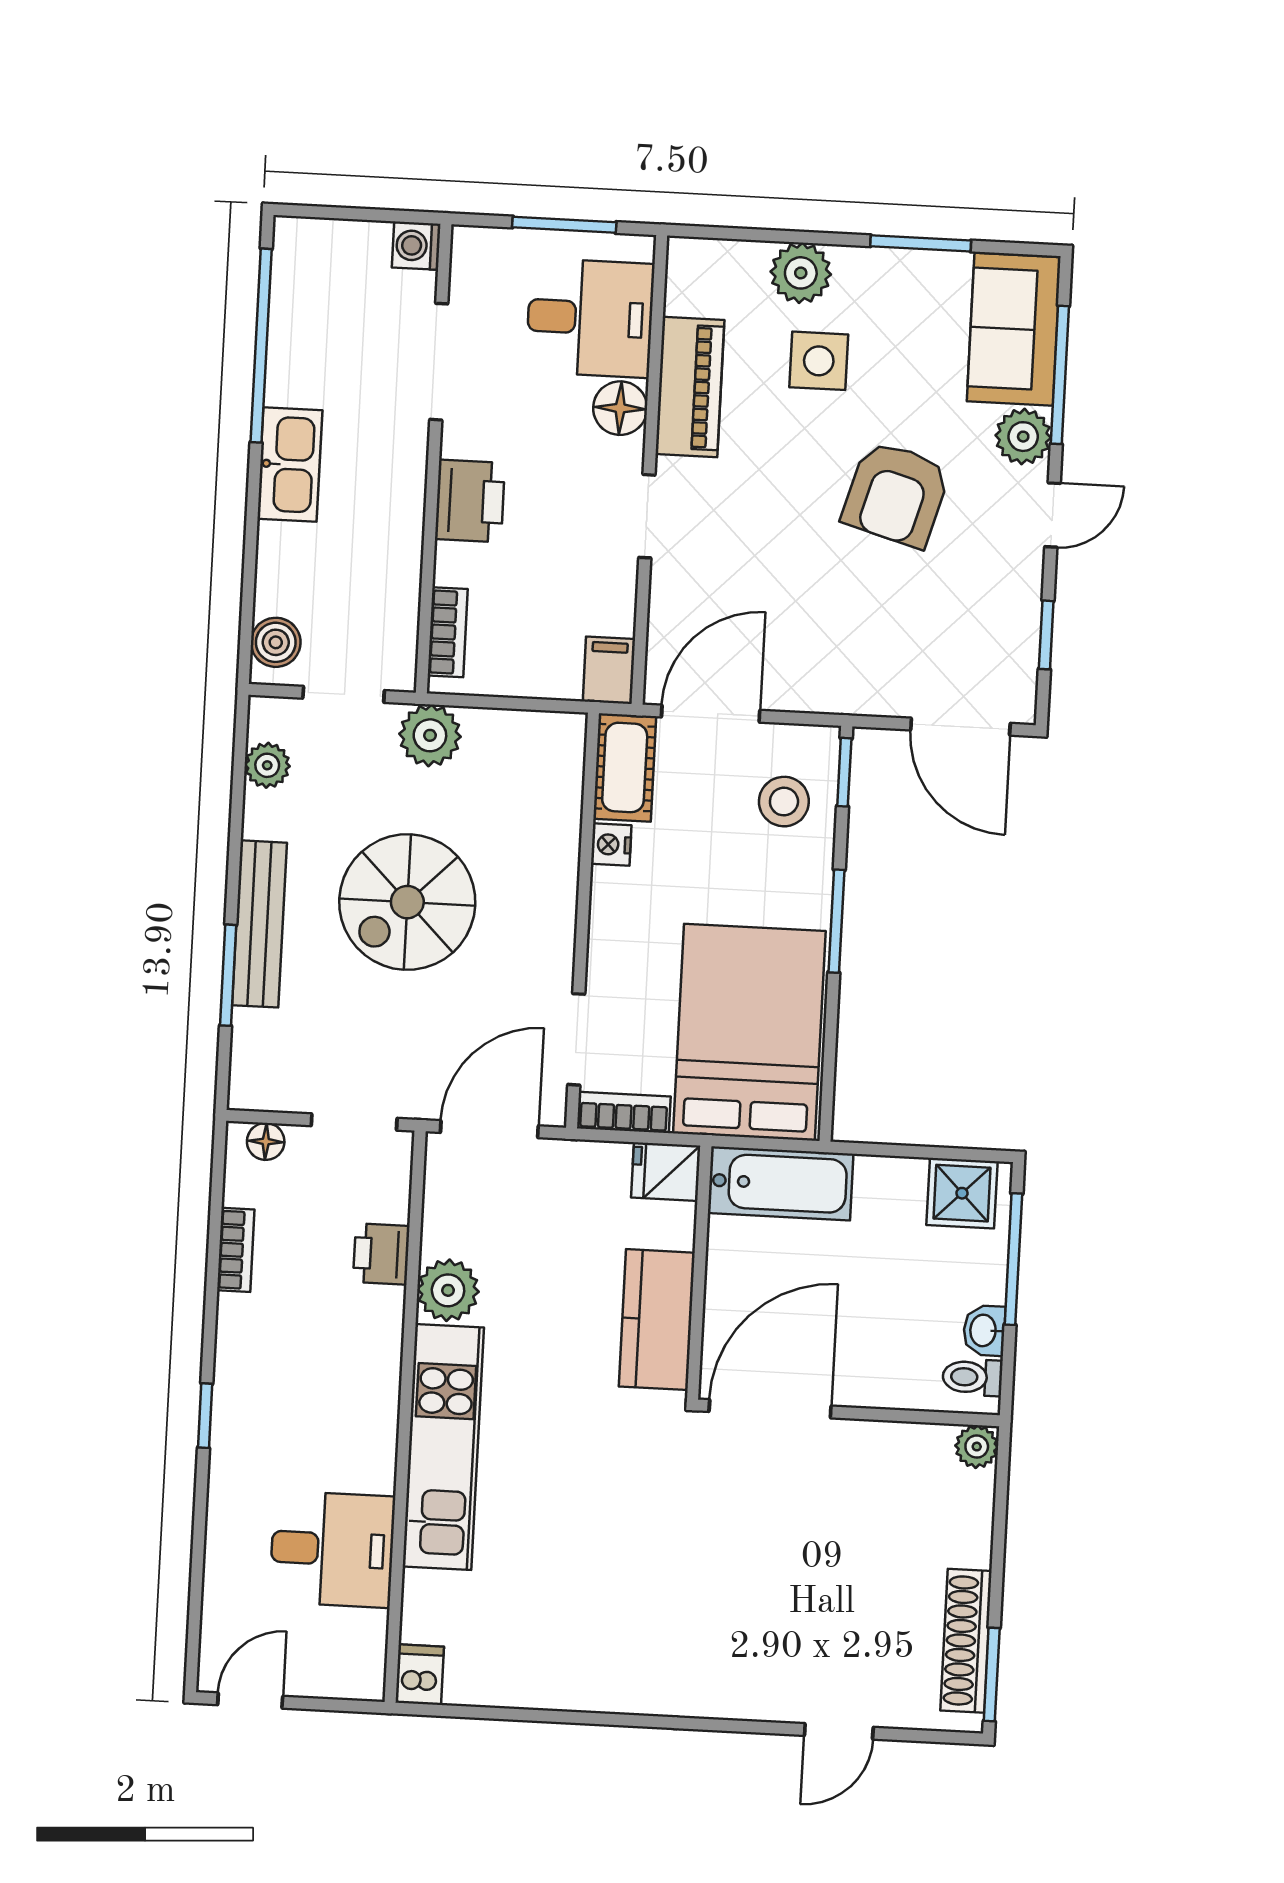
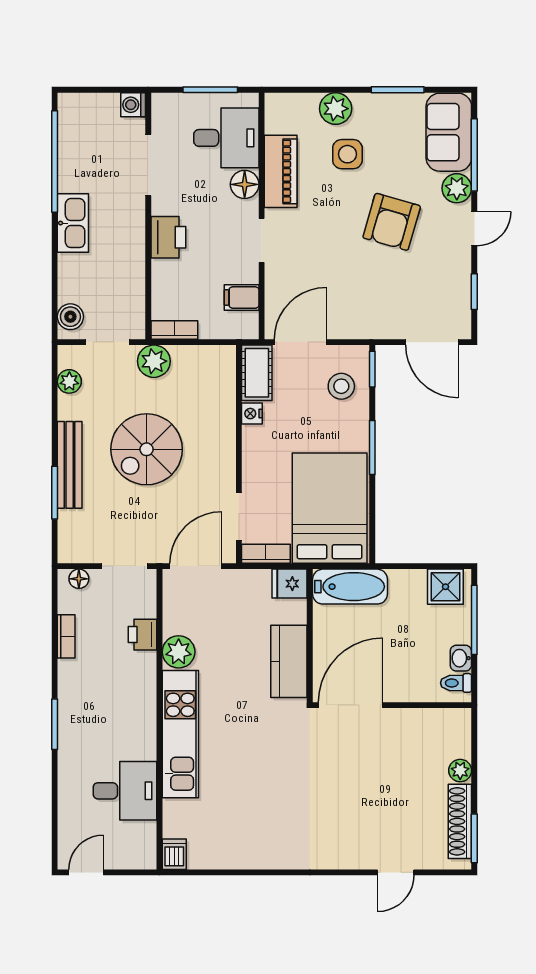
bookcase: (448, 632) -> (174, 330), moved, turned -90
filing cabinet: (609, 670) -> (242, 298), moved, turned -90
window: (205, 1416) -> (55, 724), width x1.50
plant: (977, 1447) -> (460, 771), moved

